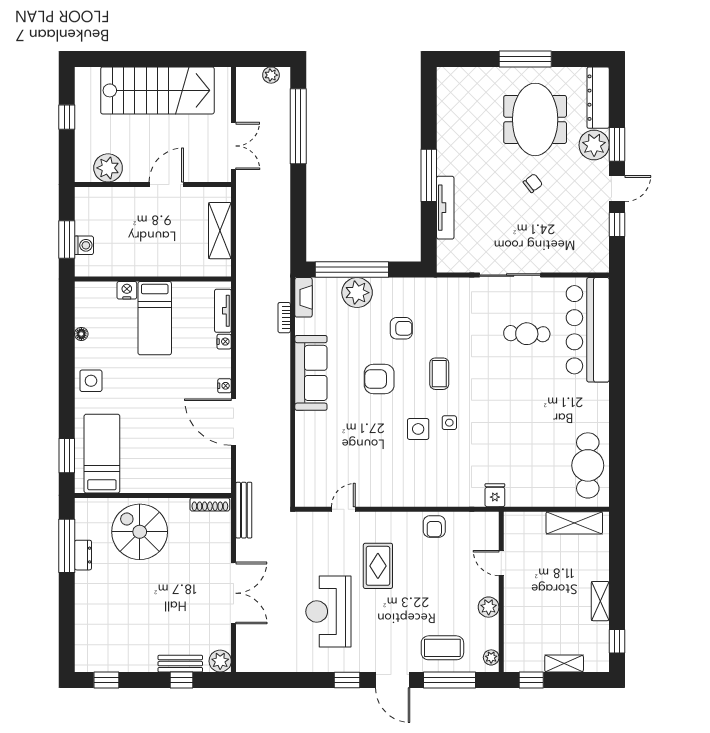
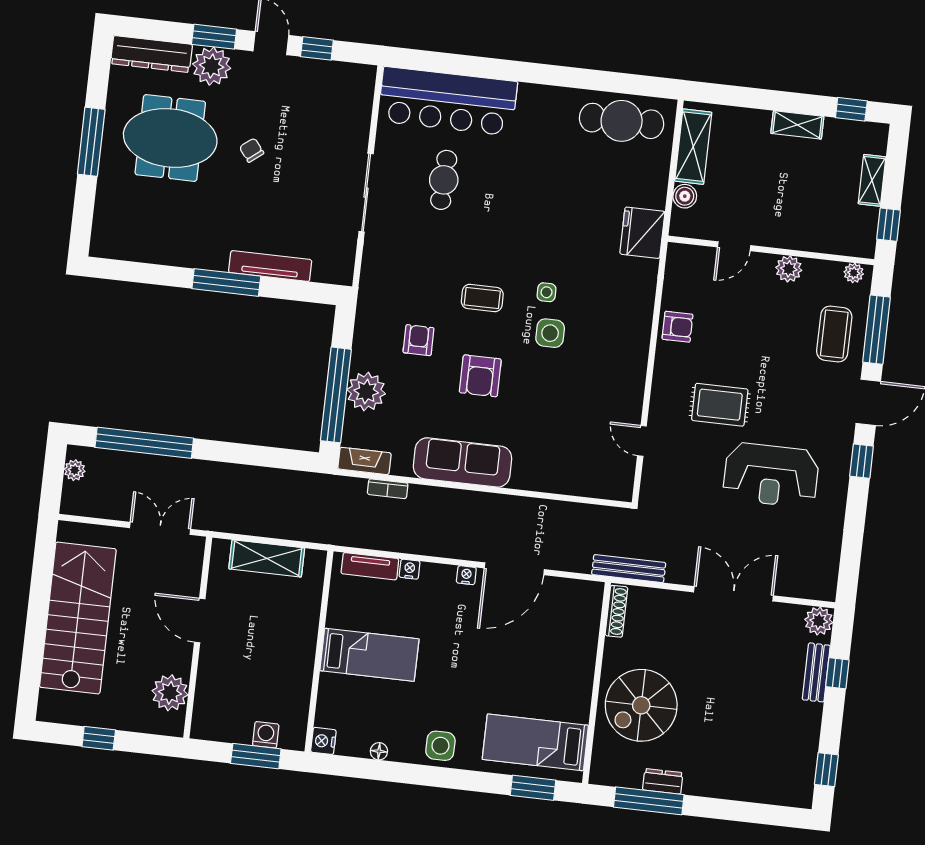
nightstand: (127, 290) -> (323, 741), moved
fridge: (495, 495) -> (642, 233), width x1.88, depth x1.34
boiler: (535, 521) -> (685, 196), added

